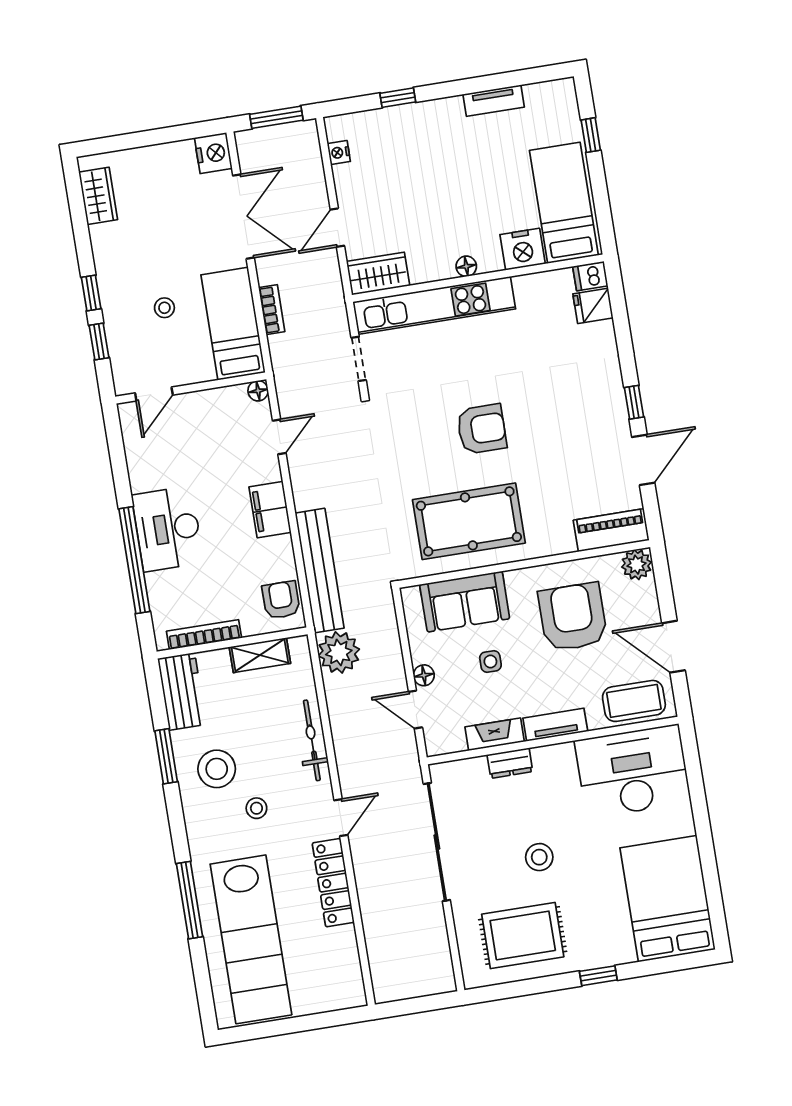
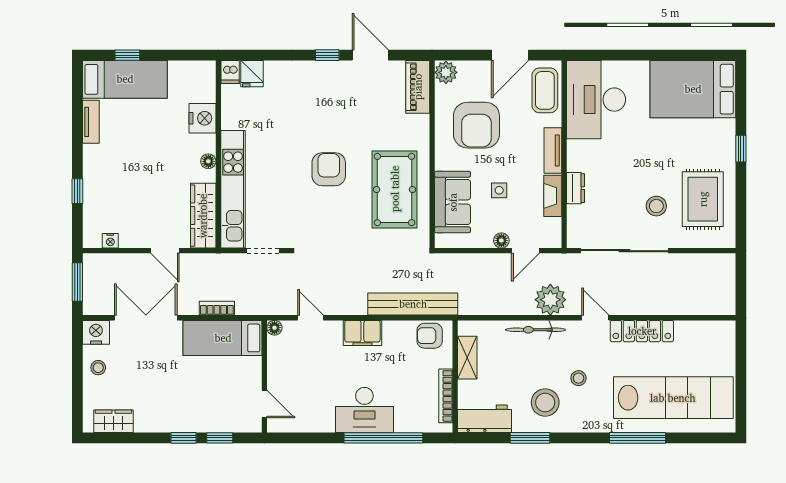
bed: (564, 203) -> (125, 79), moved, turned 180
wardrobe: (378, 274) -> (203, 216), width x1.50
stool: (164, 308) -> (98, 368), moved
armchair: (573, 617) -> (476, 125), turned -90
plant: (339, 652) -> (550, 300), moved
stool: (539, 857) -> (656, 206), moved

